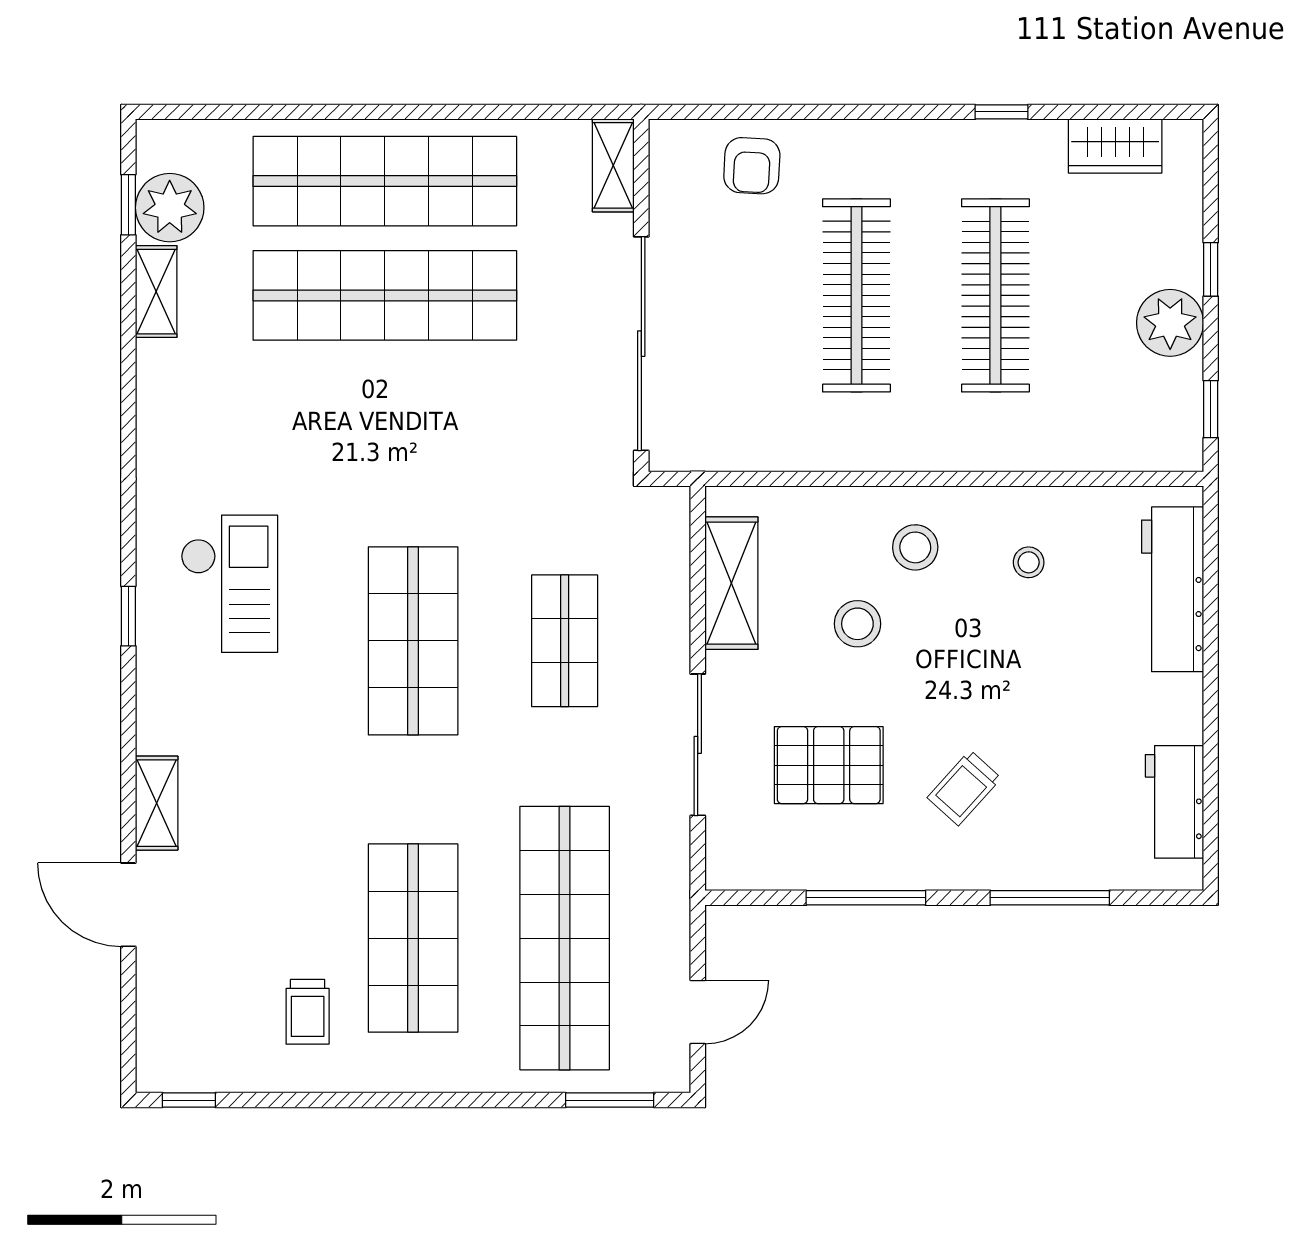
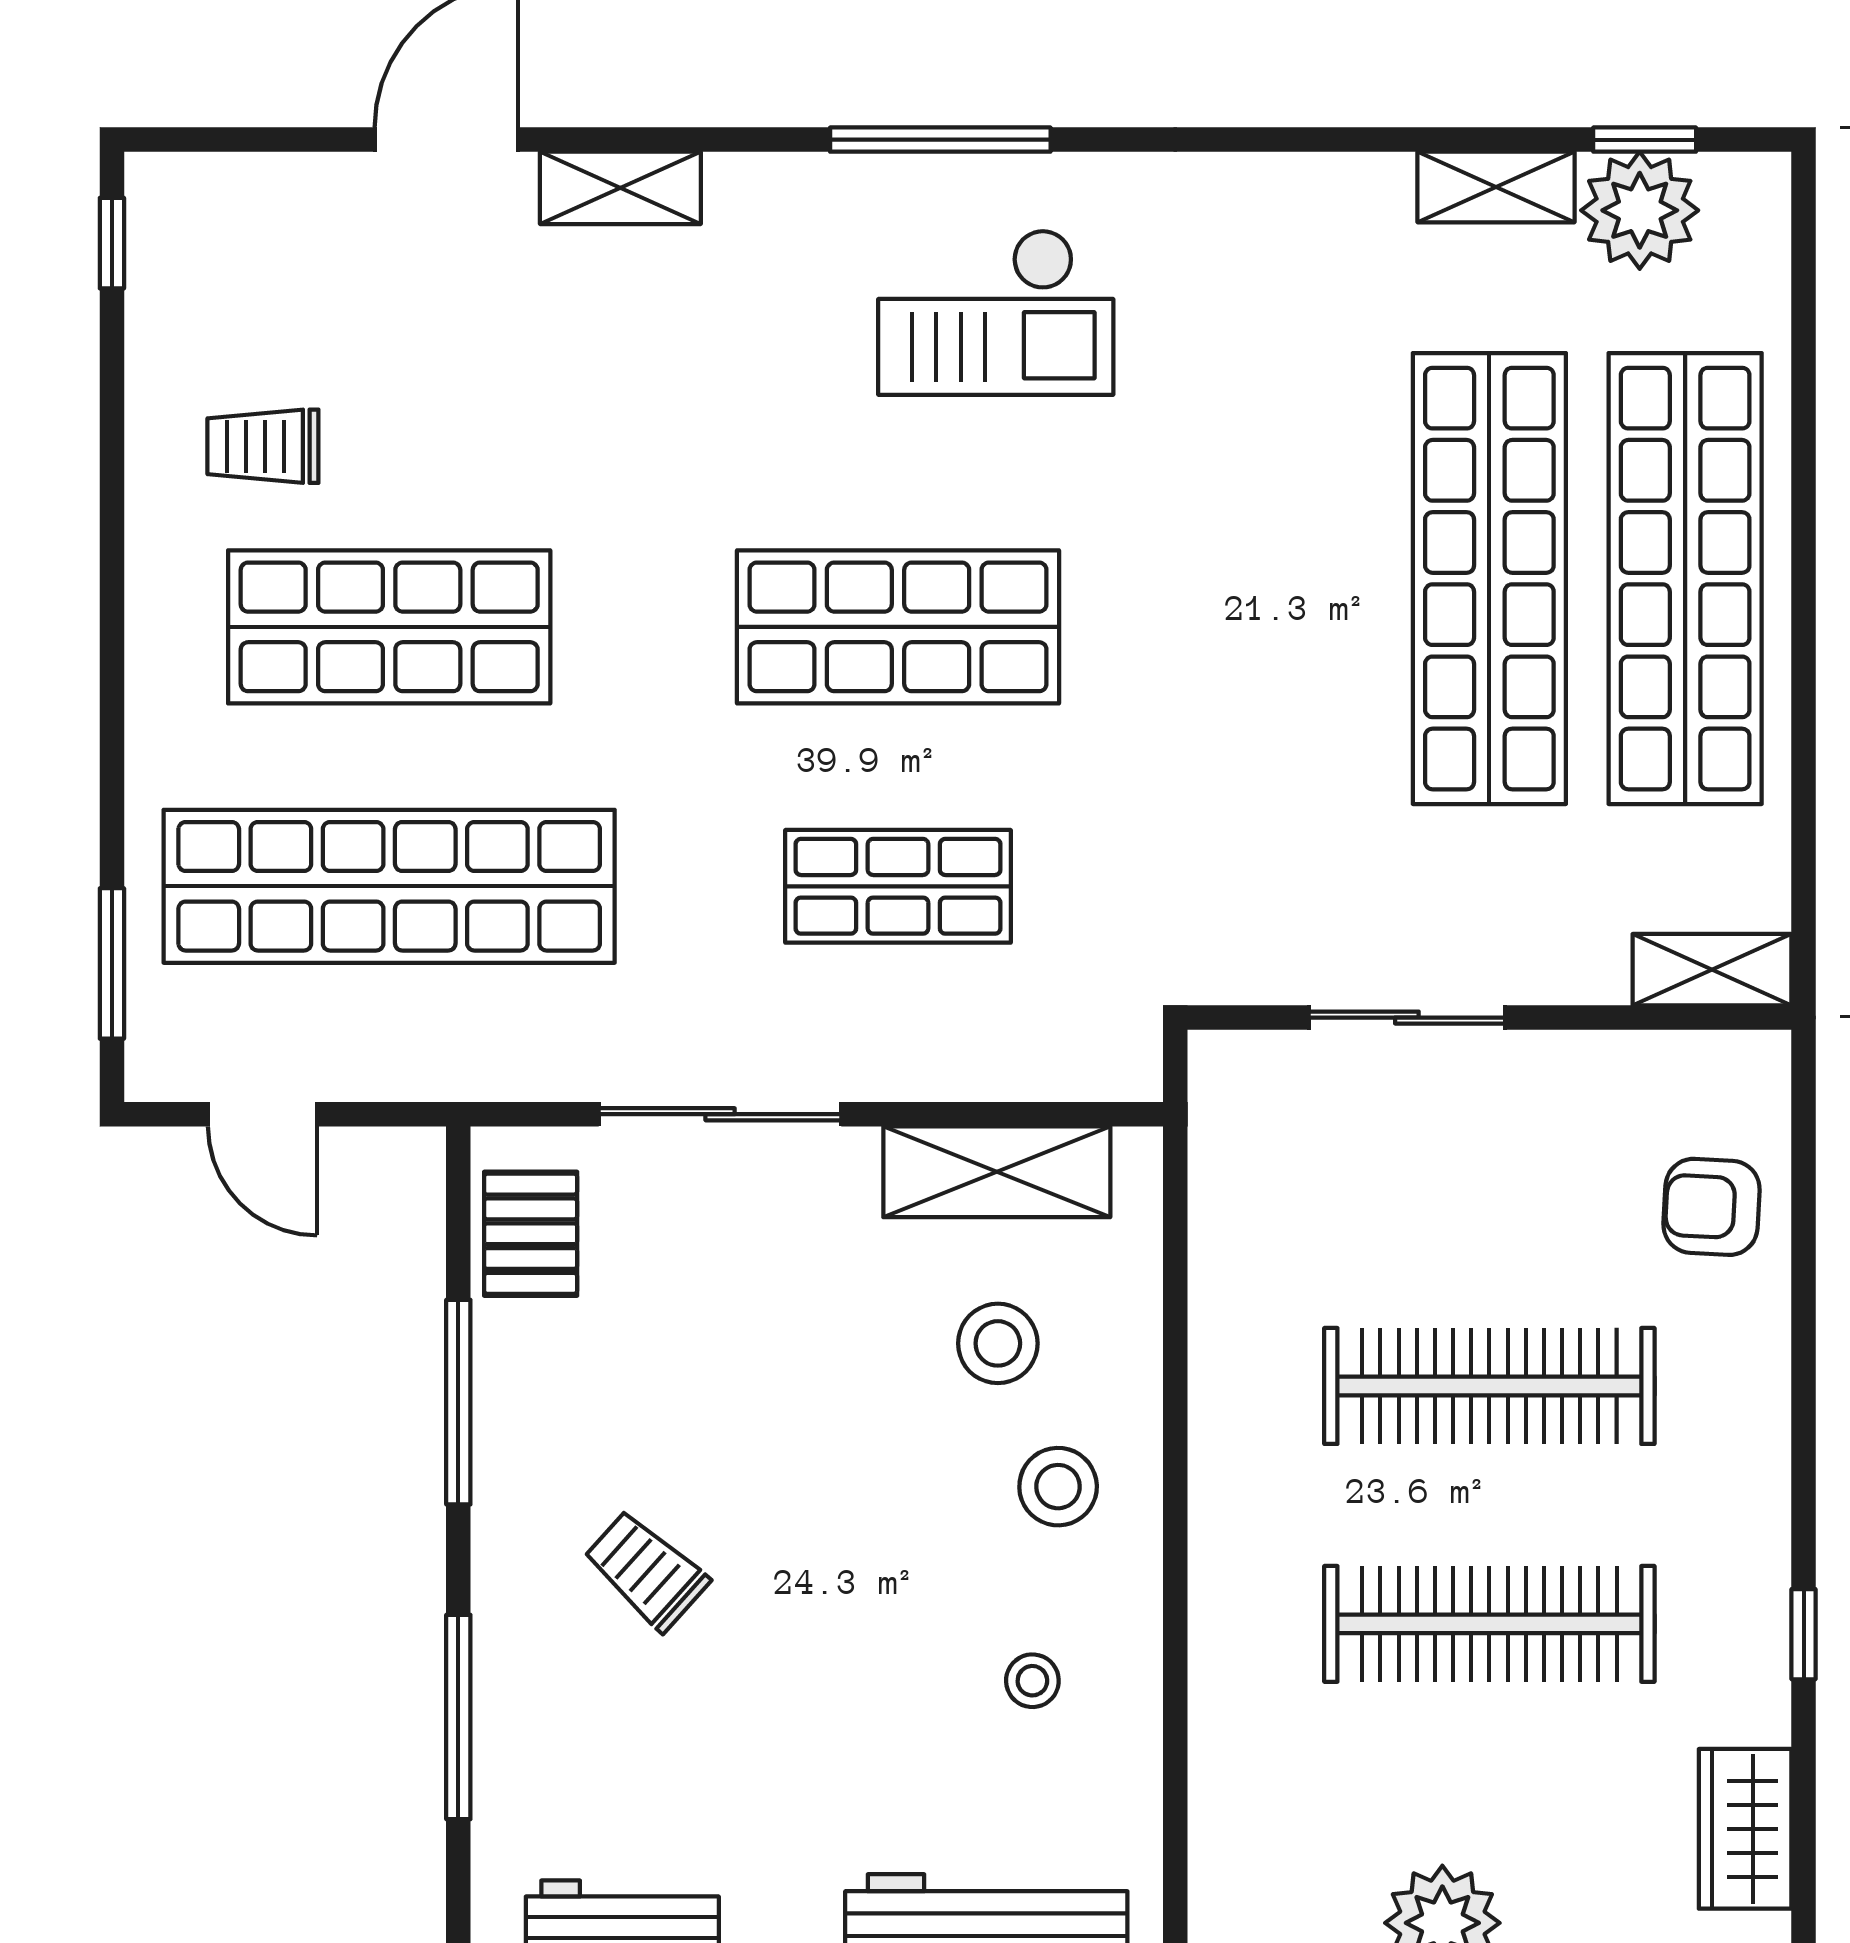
sliding door: (641, 344) -> (1407, 1018), width x0.54
window: (128, 616) -> (940, 140), width x2.17
stool: (857, 624) -> (998, 1343), moved
pallet: (829, 765) -> (531, 1234), moved, width x0.67, depth x0.71

